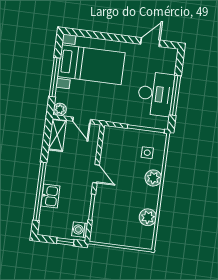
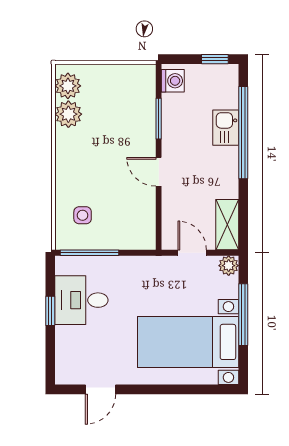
desk: (156, 94) -> (81, 300), width x0.73
window: (175, 95) -> (50, 311), width x0.46
plant: (153, 178) -> (68, 86), moved
window: (65, 242) -> (215, 59), moved

